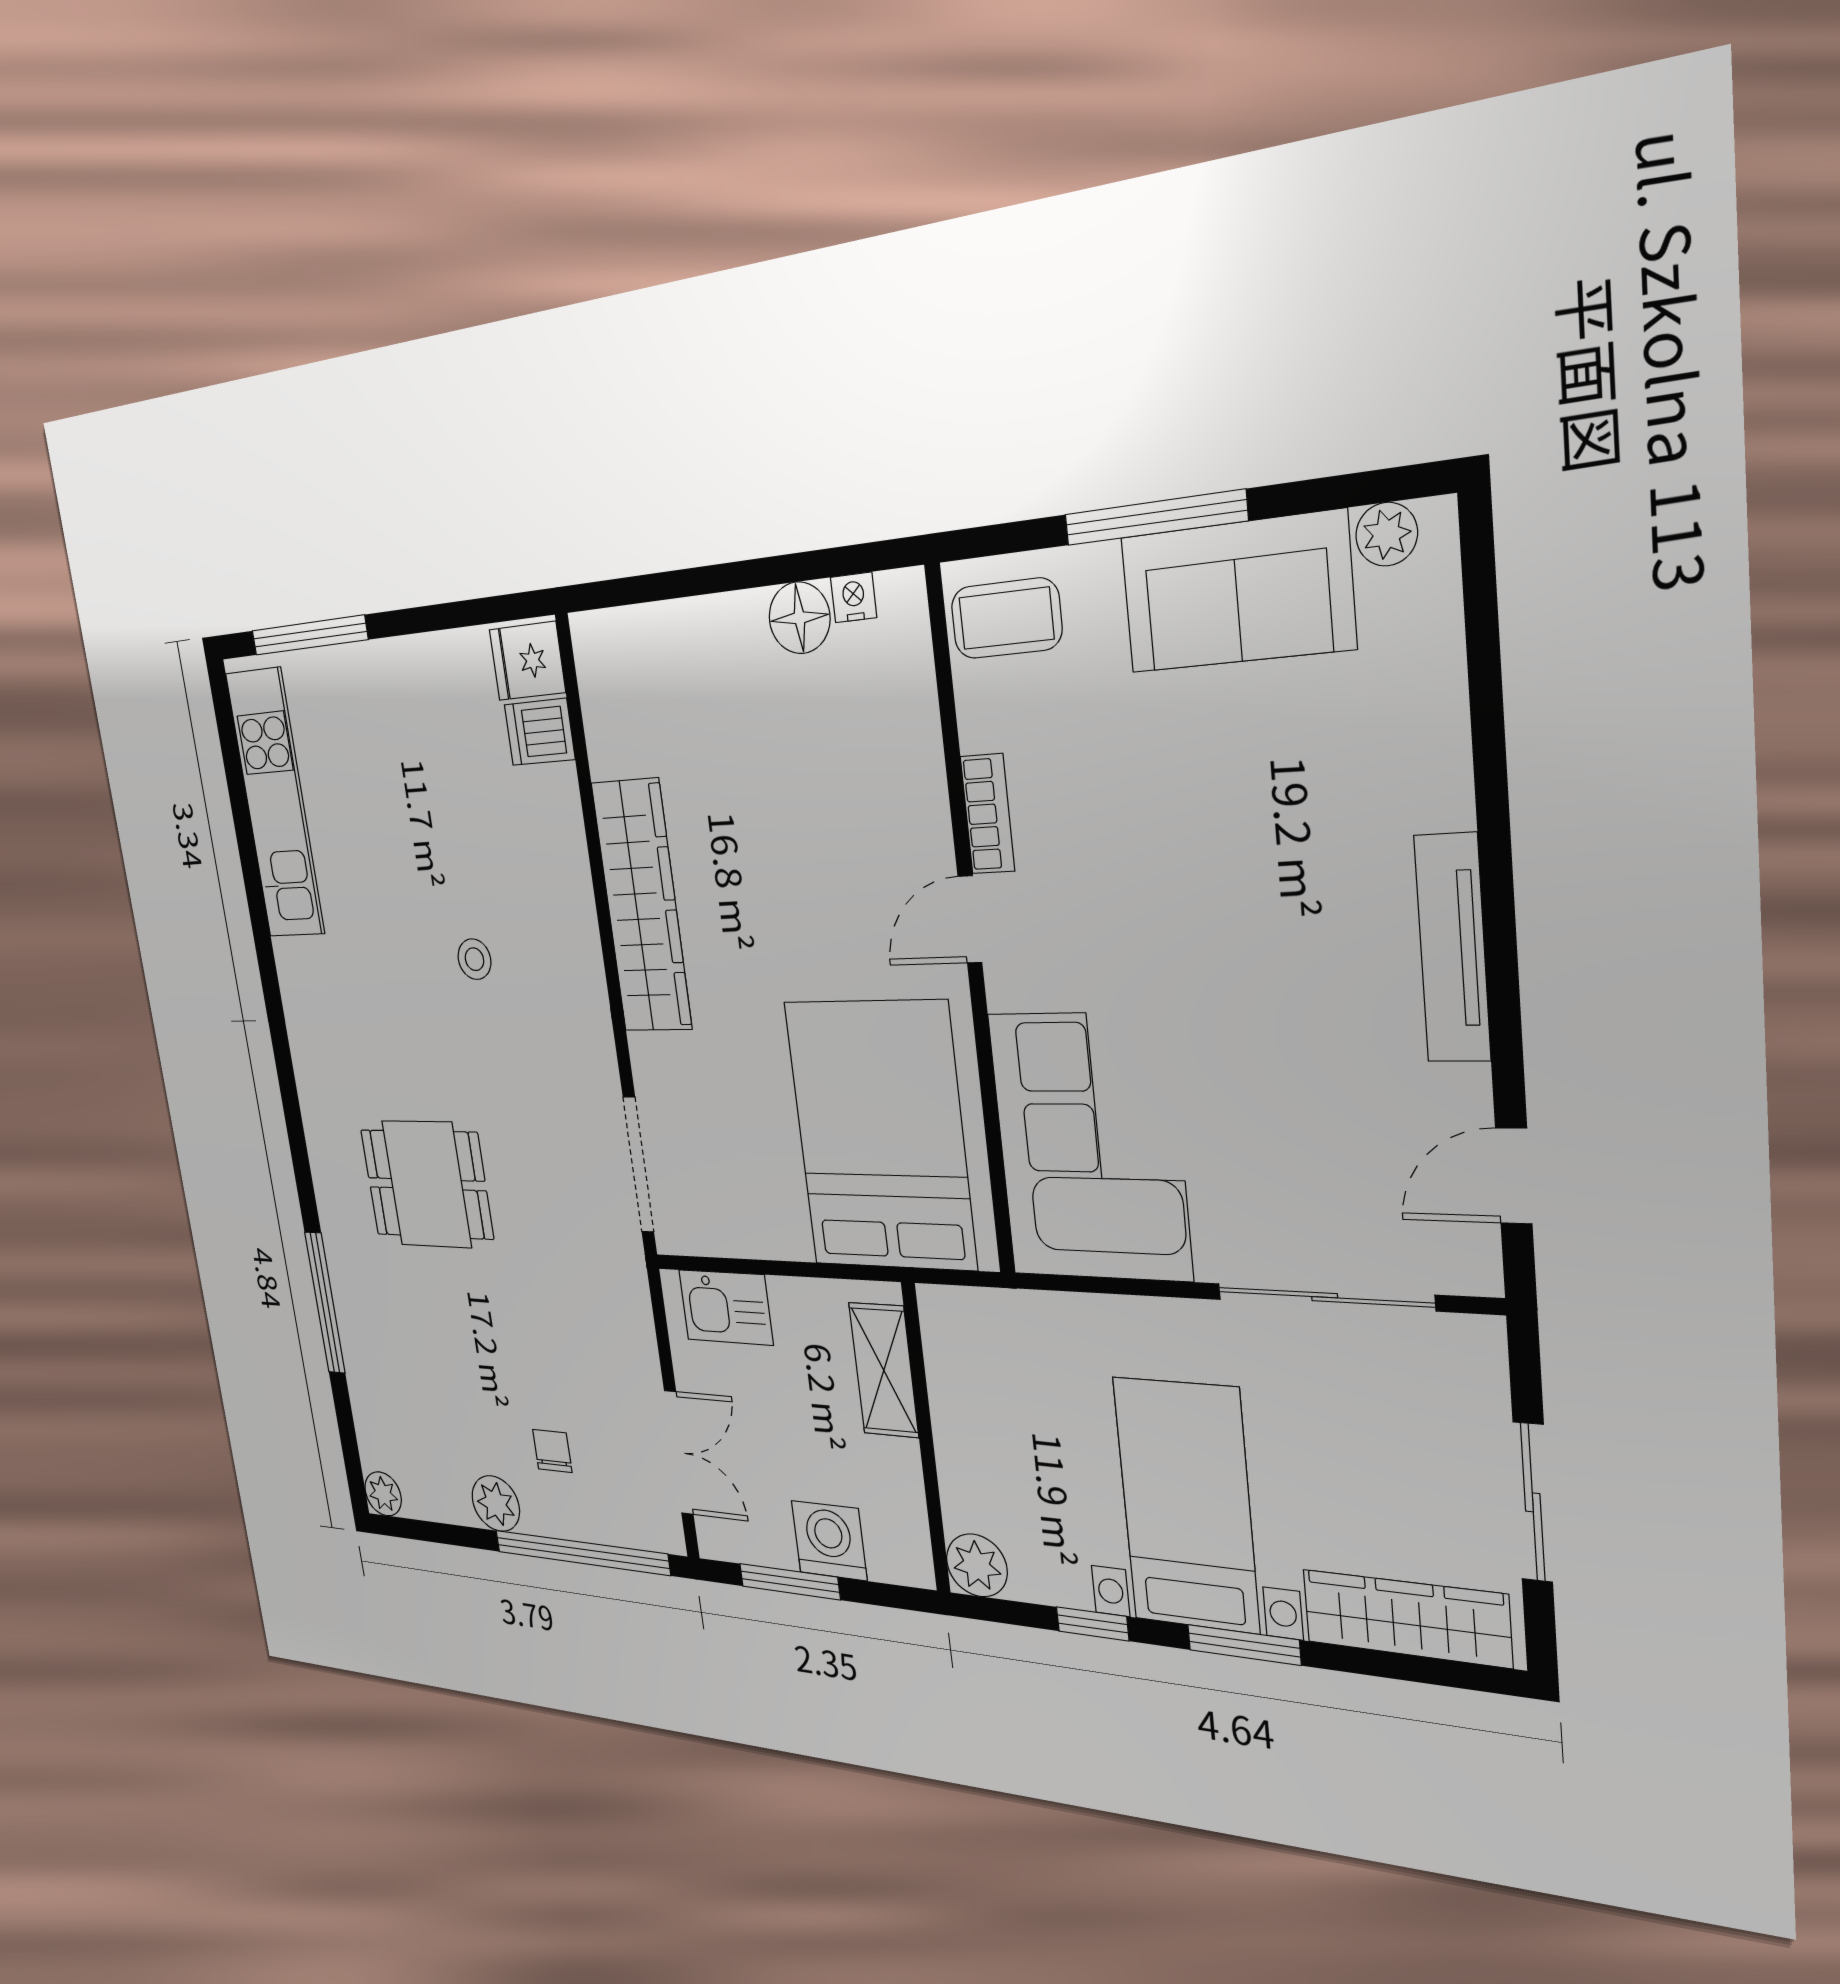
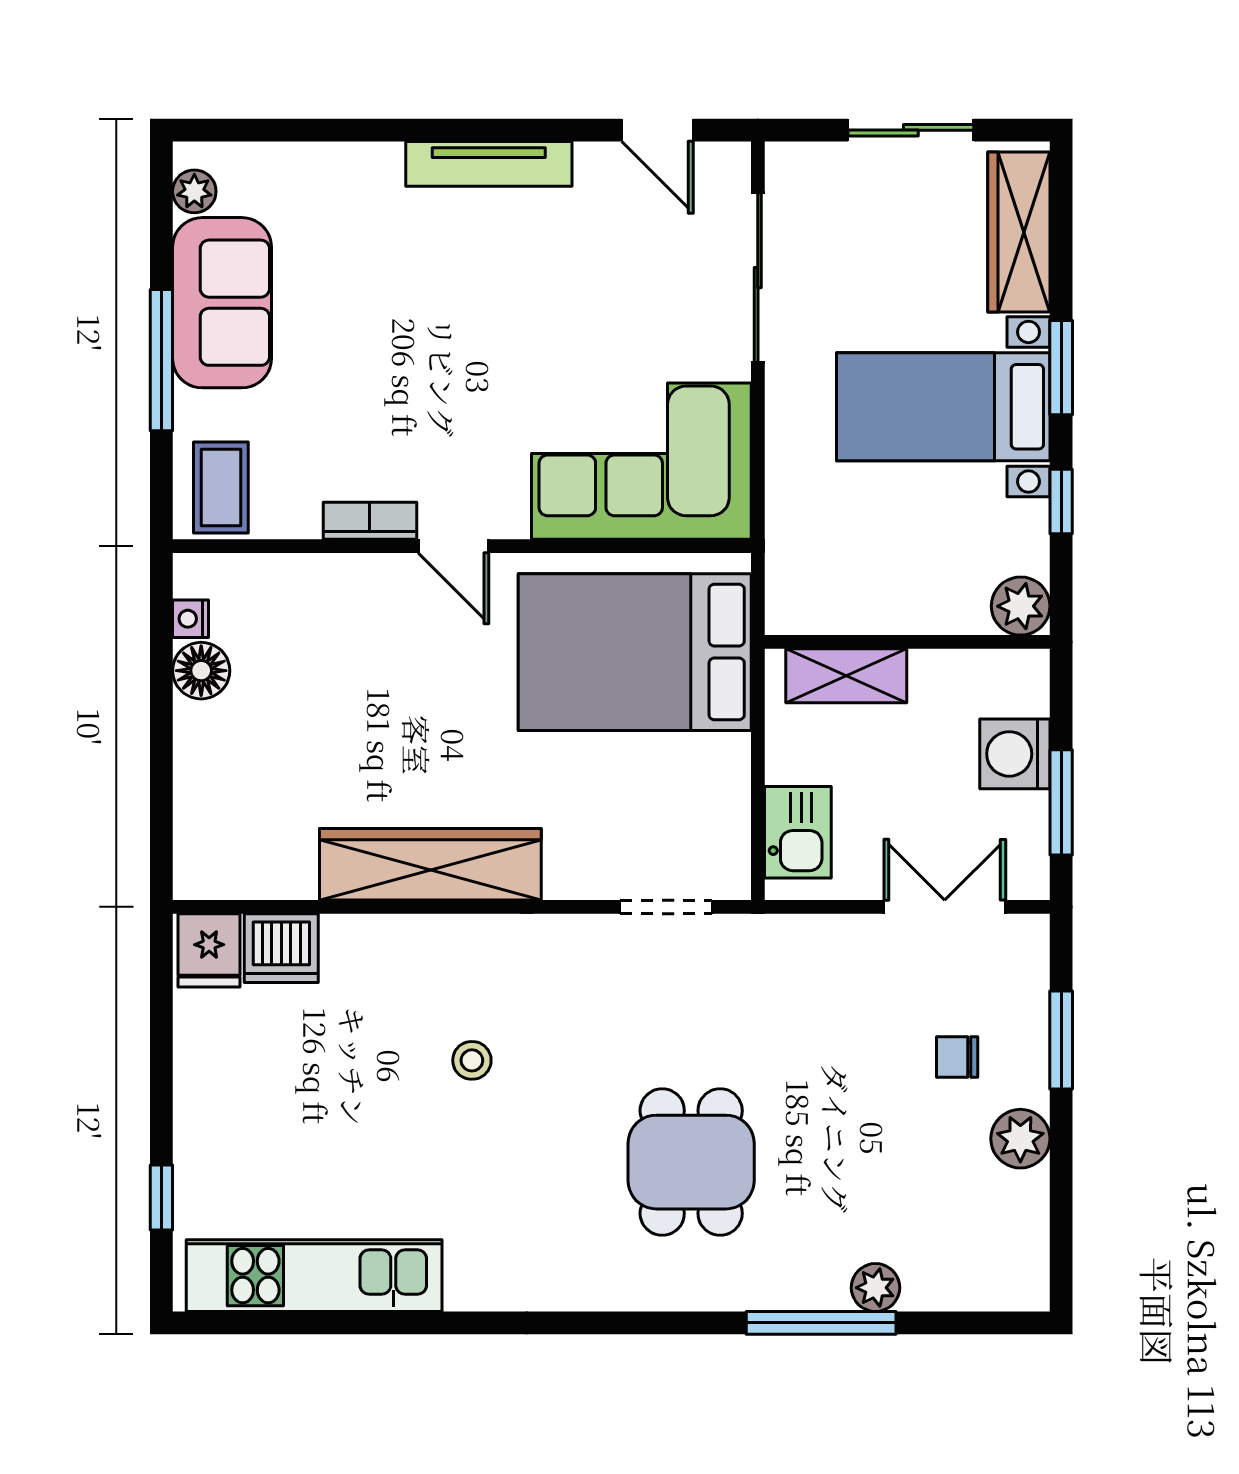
window: (309, 635) -> (161, 1198), width x0.46
dishwasher: (540, 732) -> (281, 948), width x1.38
doorway: (638, 1165) -> (666, 907), width x0.73
plant: (383, 1494) -> (875, 1288), moved
window: (581, 1553) -> (1061, 1040), width x0.47

